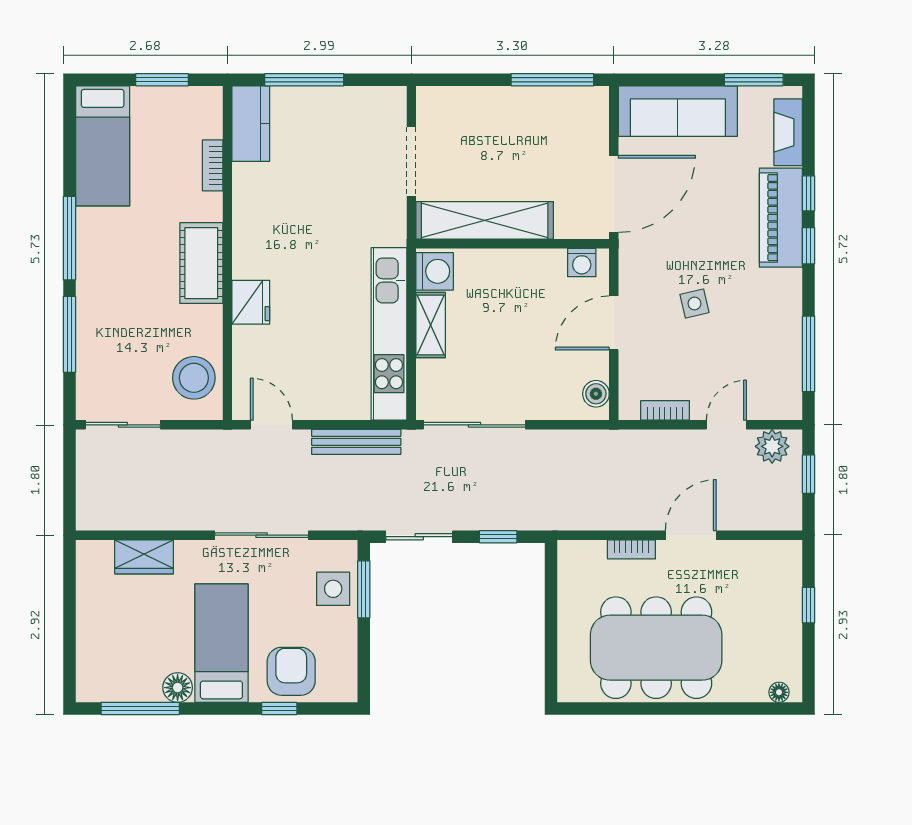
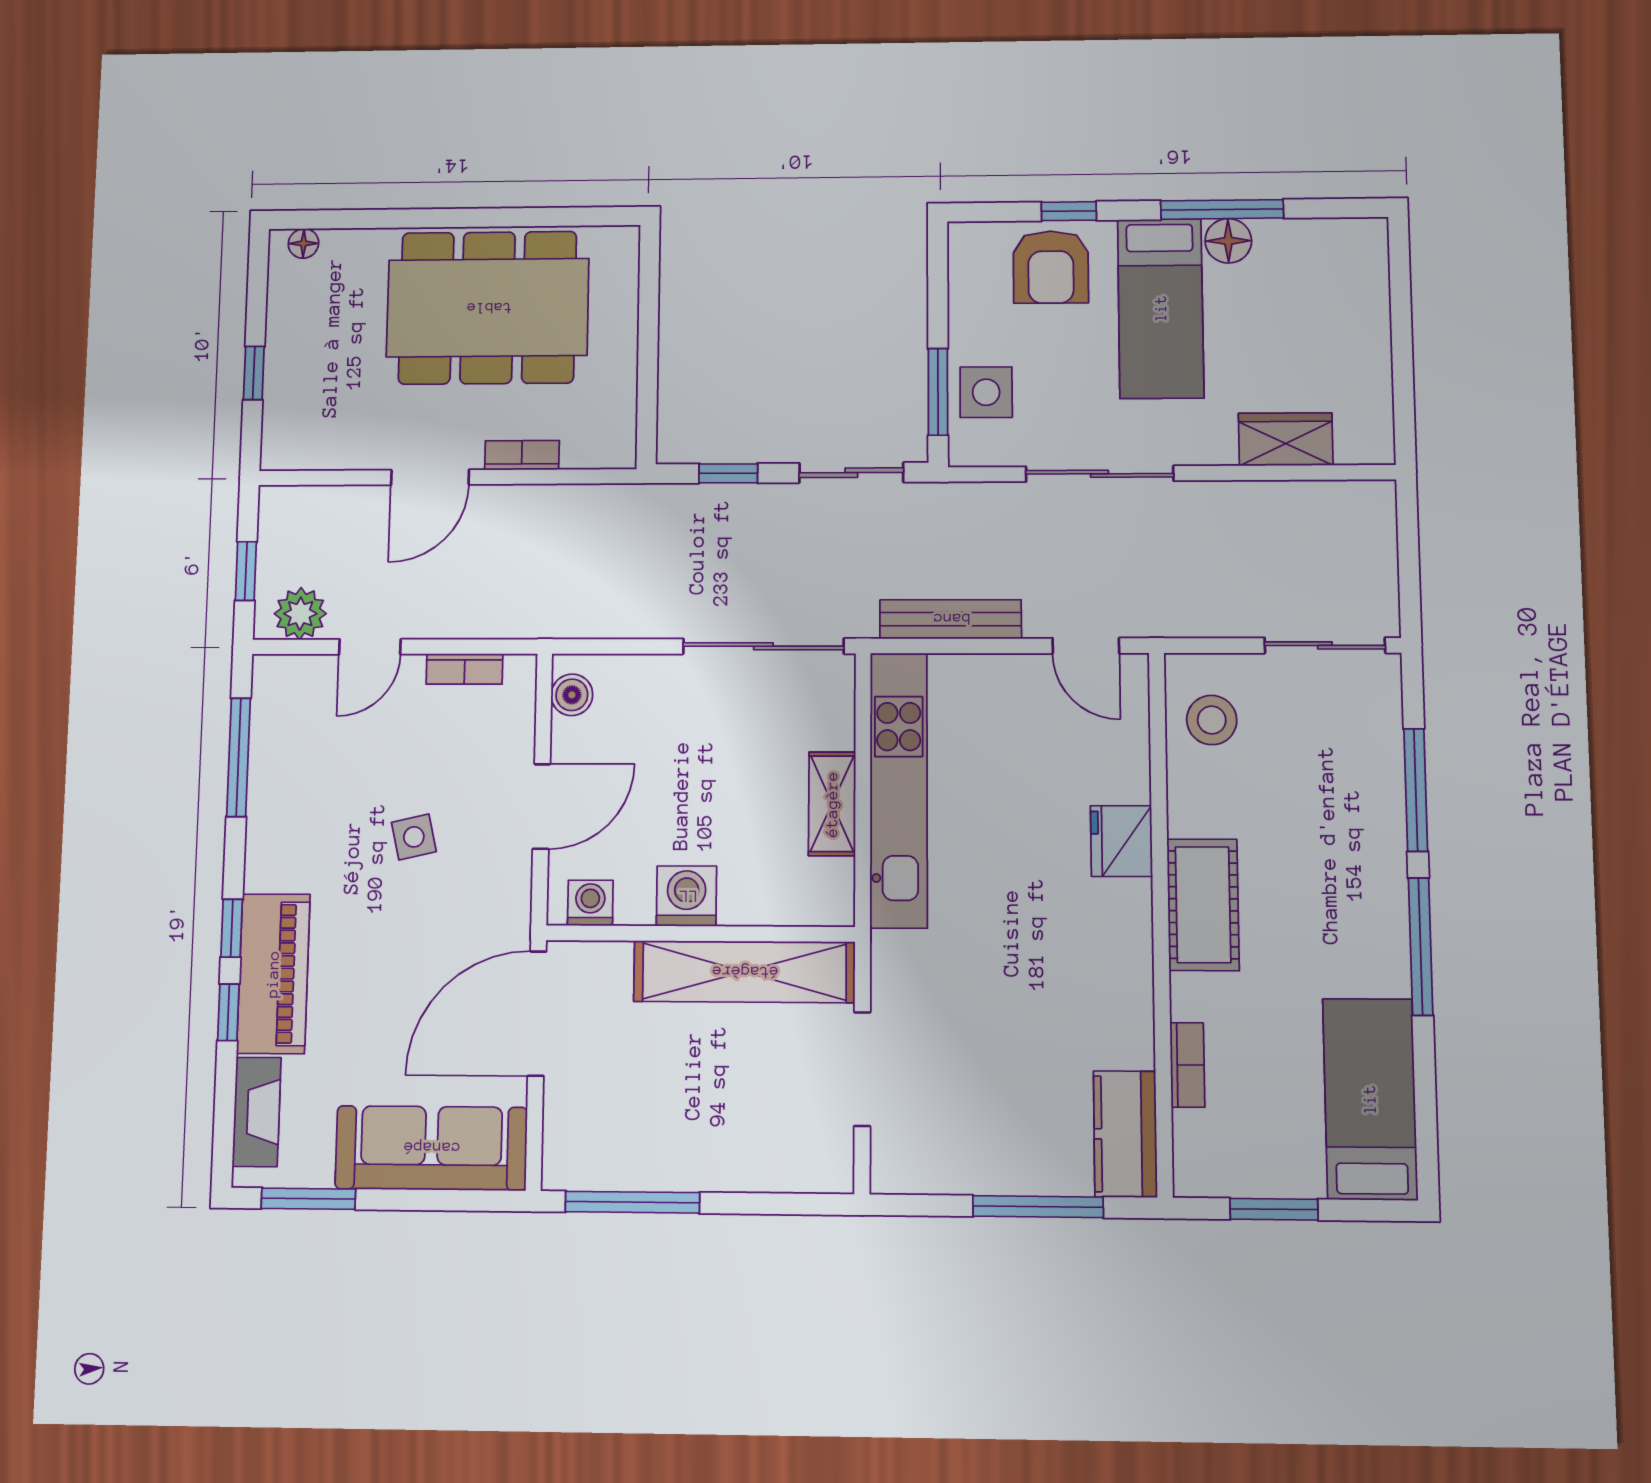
washing machine: (435, 271) -> (687, 896), moved, turned 90
stool: (194, 378) -> (1212, 720), width x0.73, depth x0.73
window: (140, 708) -> (1222, 209), moved

